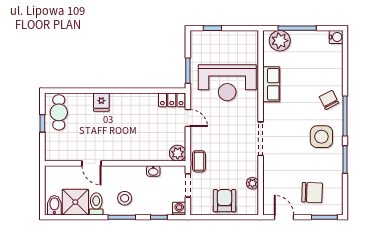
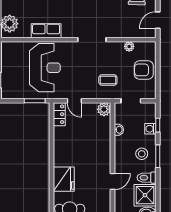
fridge: (101, 102) -> (64, 179), width x1.88, depth x1.34
door: (188, 118) -> (74, 101), swing flipped
coffee table: (199, 161) -> (108, 80), moved
washing machine: (179, 209) -> (150, 129), moved

